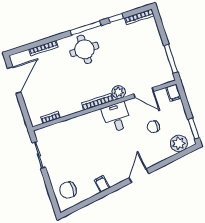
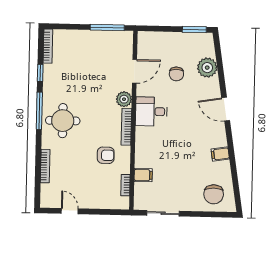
door: (14, 80) -> (70, 211), width x0.53
armchair: (69, 93) -> (106, 155), added
filing cabinet: (173, 93) -> (143, 175), moved
plant: (179, 143) -> (207, 68), moved

